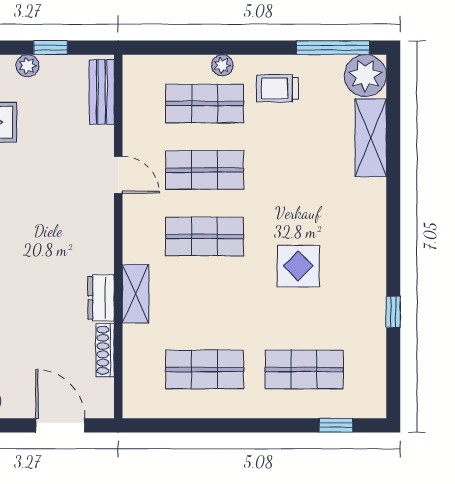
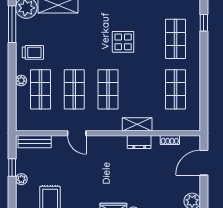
trolley: (277, 88) -> (33, 52), turned -90
door: (118, 175) -> (77, 133), swing flipped
shoe rack: (105, 350) -> (170, 140), width x0.70

